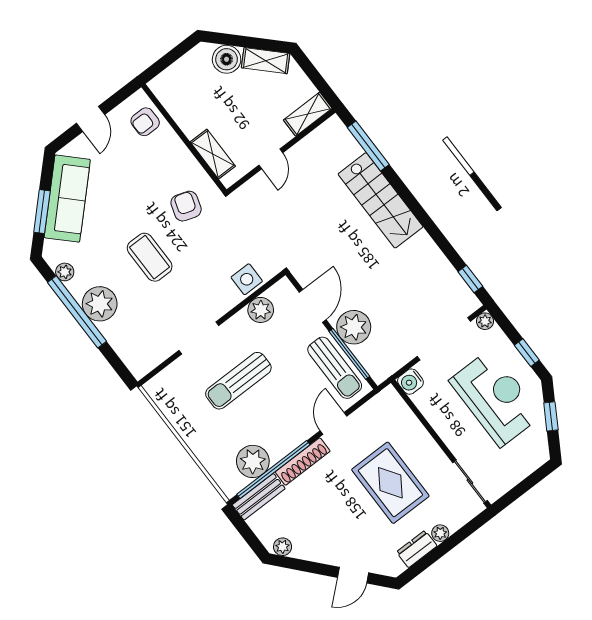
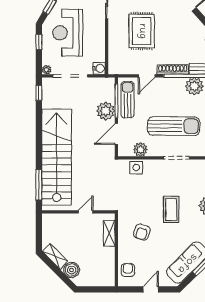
shelving: (308, 114) -> (55, 219), removed
armchair: (145, 122) -> (128, 270), turned -90
stairs: (381, 200) -> (57, 157), width x1.86, depth x1.51
armchair: (186, 206) -> (142, 232), moved
sun lounger: (238, 381) -> (174, 126), width x1.36, depth x1.34

